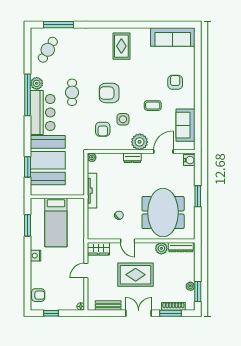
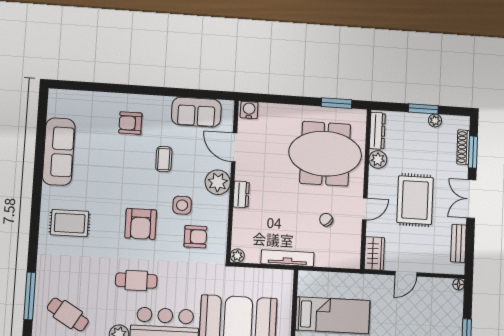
sofa: (173, 37) -> (59, 152), moved
rug: (121, 46) -> (70, 223), moved
window: (198, 196) -> (337, 103), moved
door: (86, 271) -> (406, 274), hinge flipped
window: (198, 292) -> (423, 109), moved

